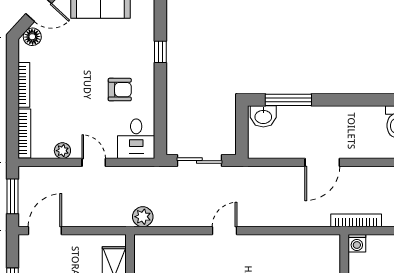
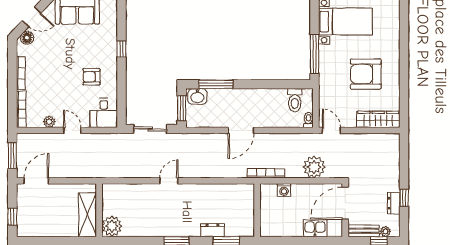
armchair: (120, 90) -> (91, 77), turned 180
window: (242, 132) -> (182, 108), added
plant: (143, 217) -> (108, 171), removed
washing machine: (357, 243) -> (284, 190), moved

